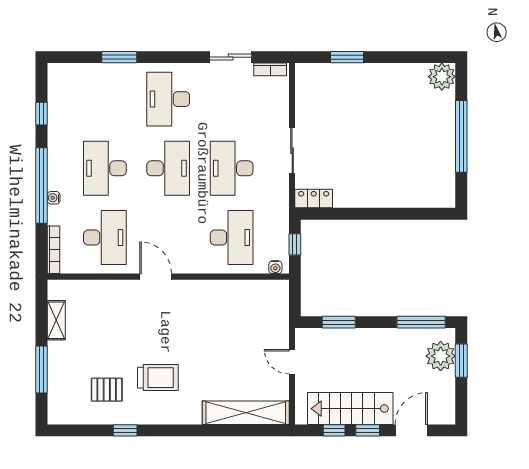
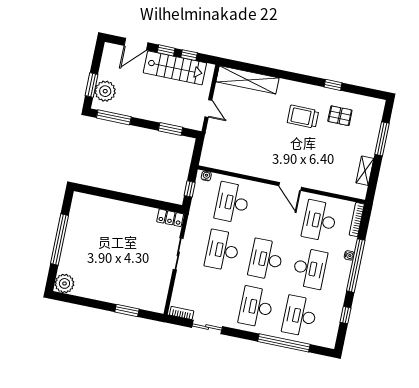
window: (119, 57) -> (284, 343), width x2.11
desk: (105, 99) -> (300, 316), added
desk: (168, 99) -> (256, 307), turned 180
desk: (232, 168) -> (222, 250), turned 180

